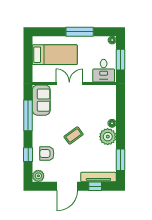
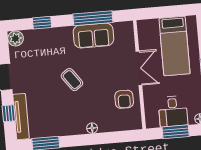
desk: (104, 71) -> (173, 111), moved, turned -90
sofa: (41, 100) -> (93, 35), moved
plant: (108, 137) -> (74, 124), removed
armchair: (47, 153) -> (124, 99), moved, turned 180

